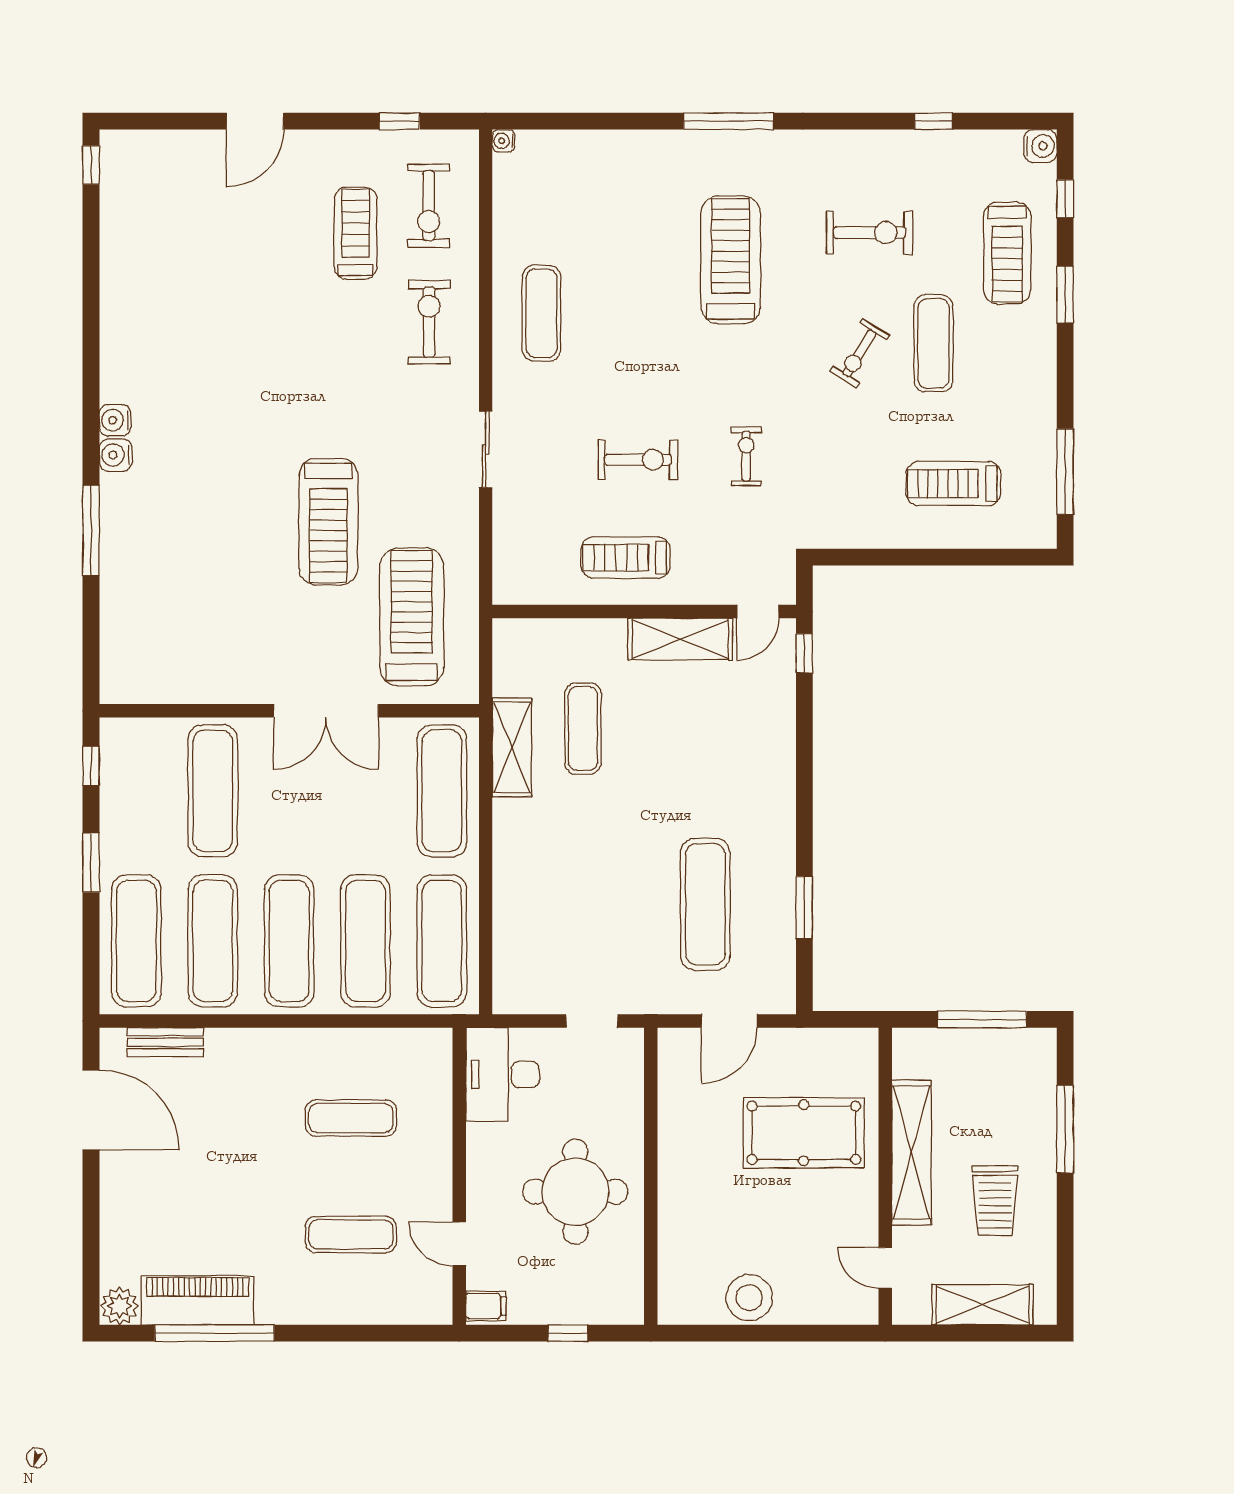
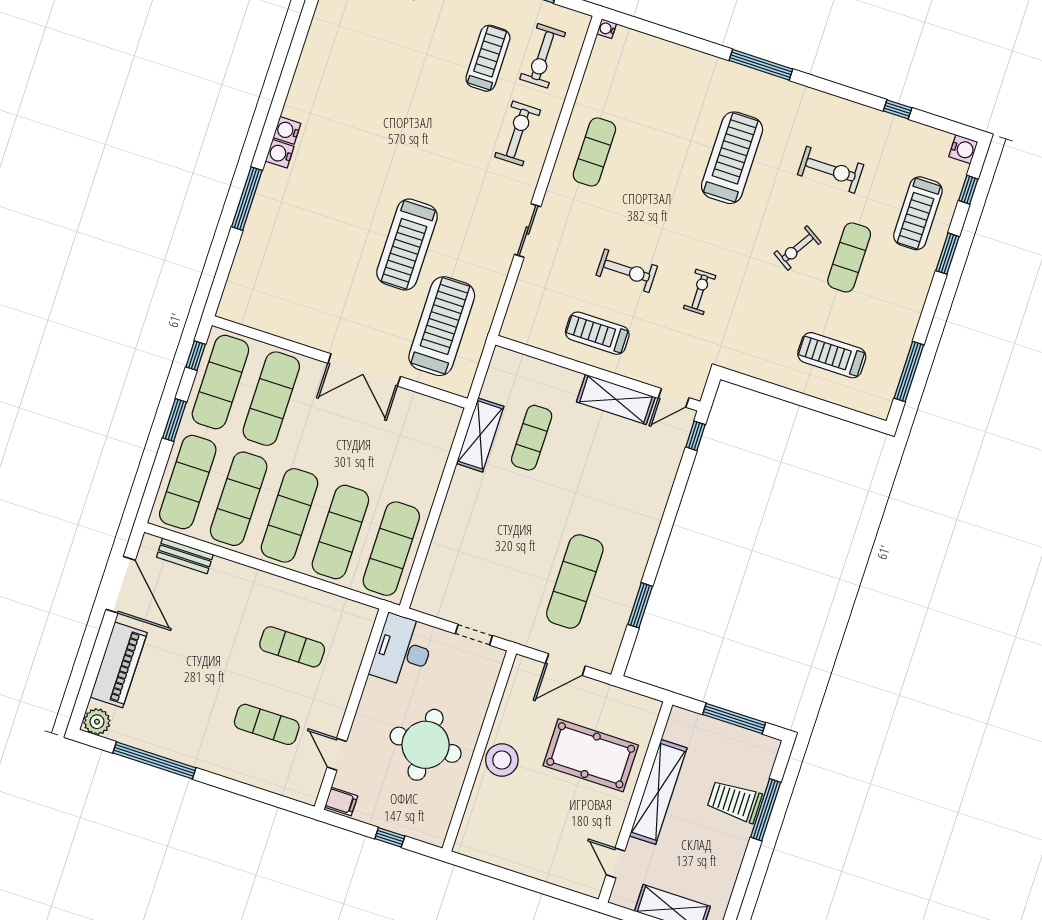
exercise mat: (442, 791) -> (220, 382), moved
trolley: (995, 1201) -> (735, 801), moved, turned 90
stool: (749, 1298) -> (502, 760), moved
piano: (198, 1300) -> (119, 665), moved, turned 90

